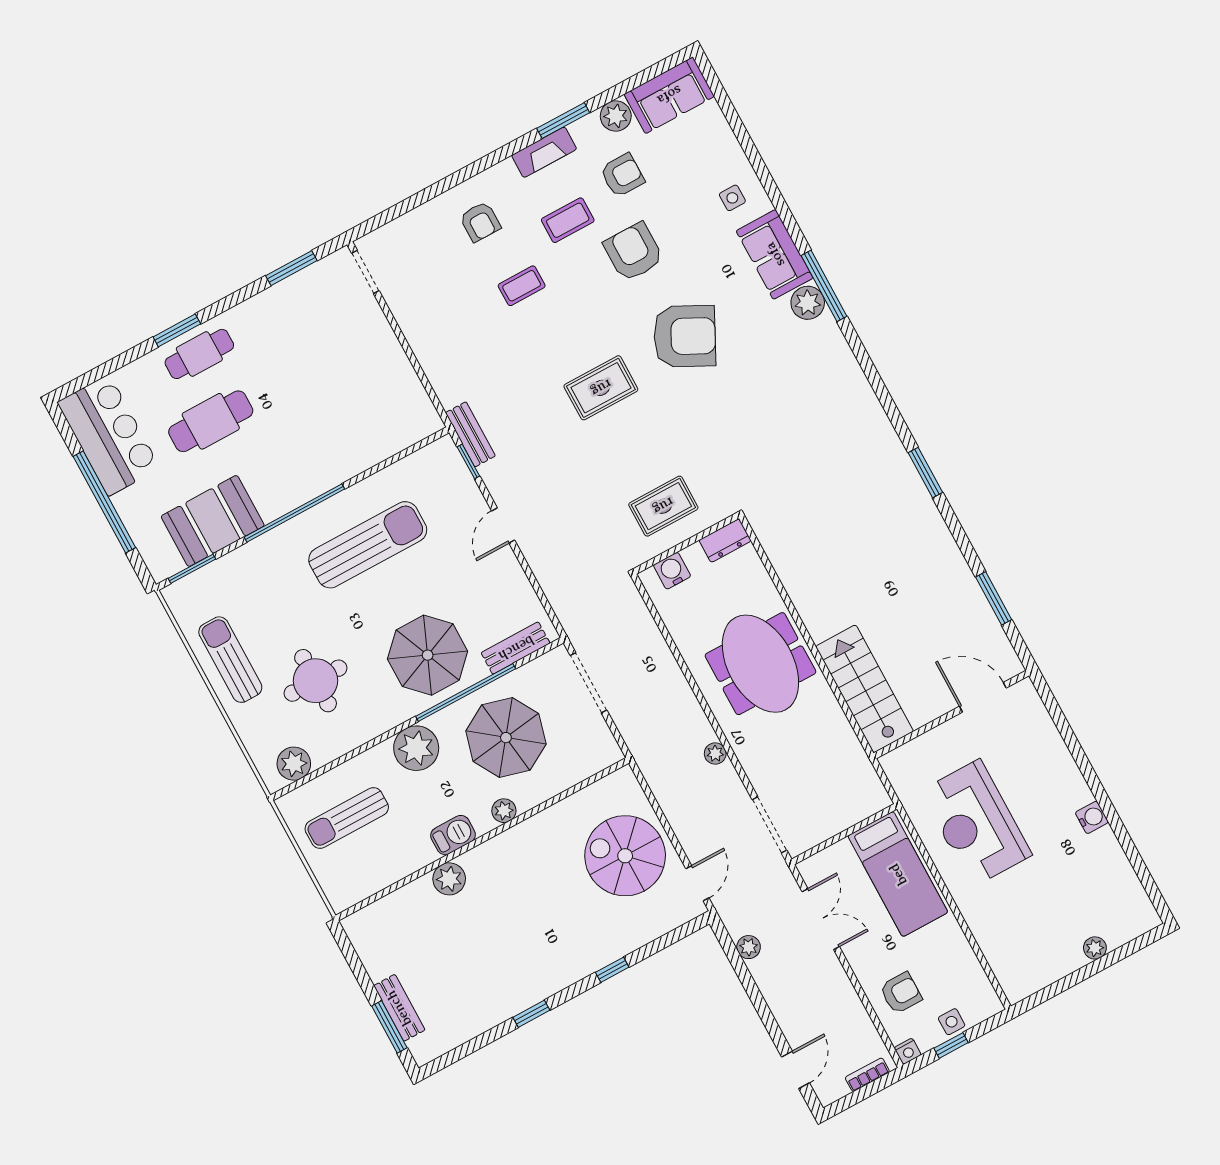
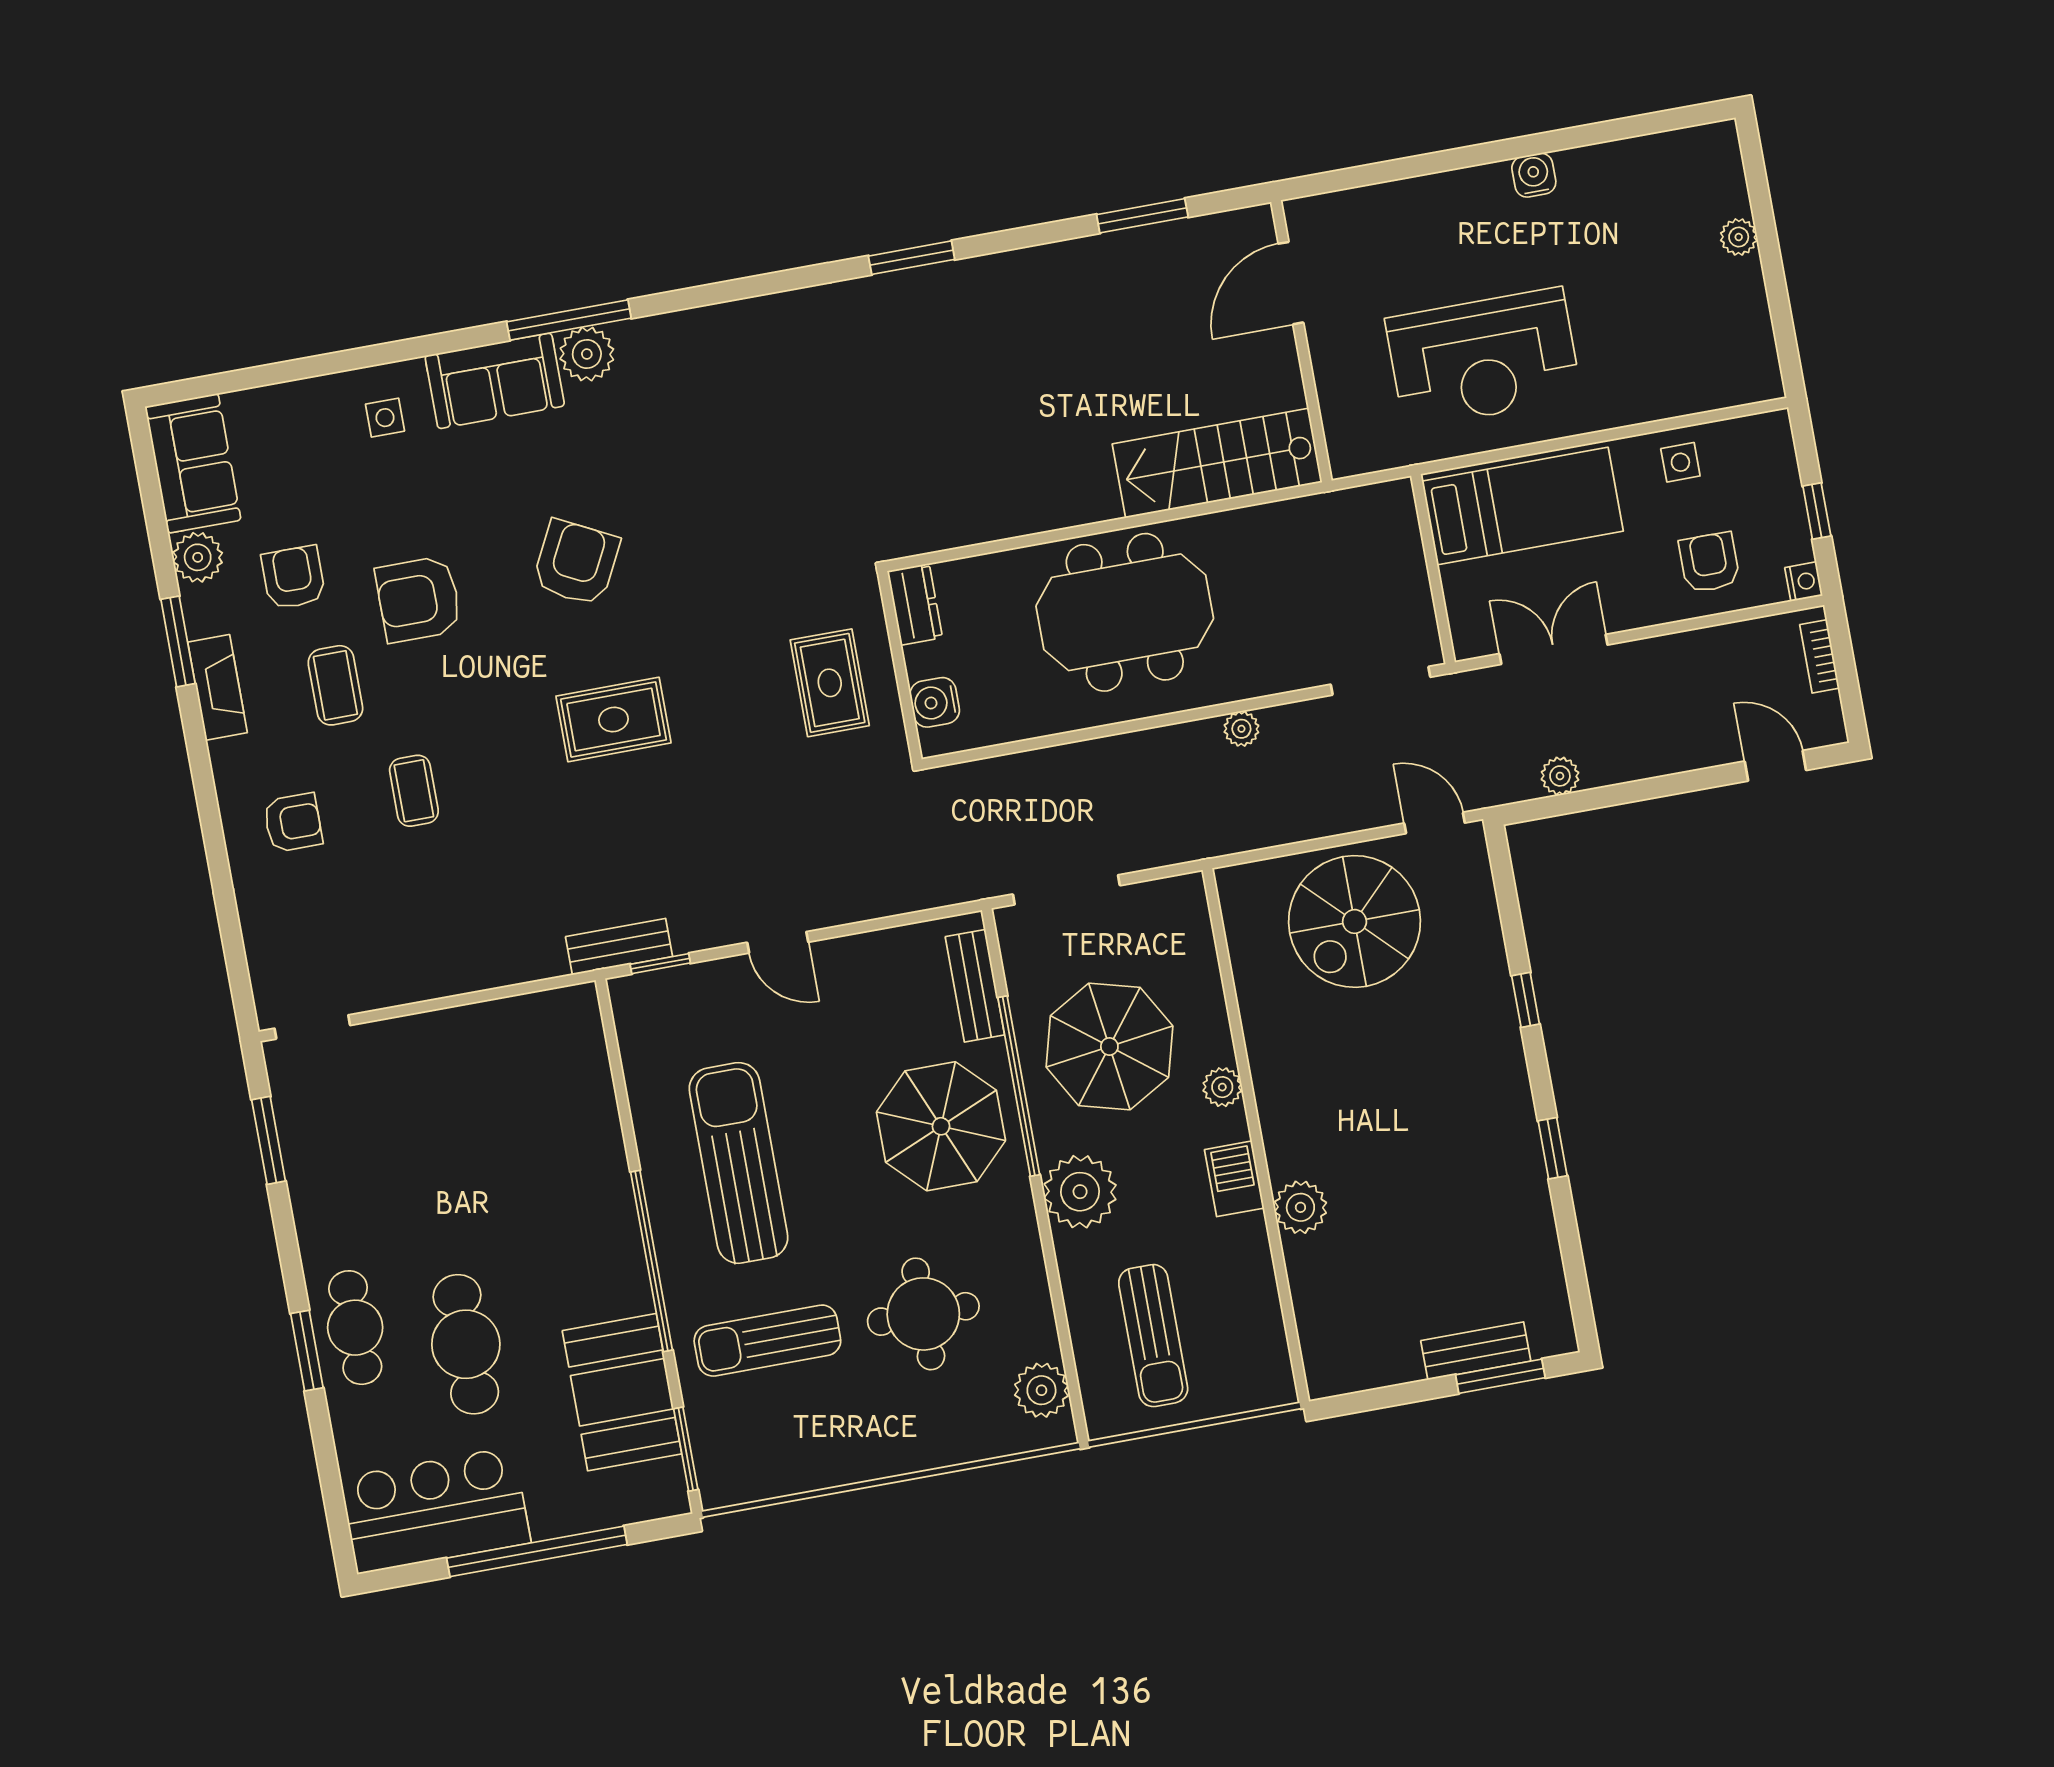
armchair: (685, 336) -> (576, 563), width x0.73, depth x0.73
rug: (601, 388) -> (613, 719), turned 90
sun lounger: (230, 660) -> (767, 1341), moved
side table: (952, 1022) -> (1680, 462), moved

